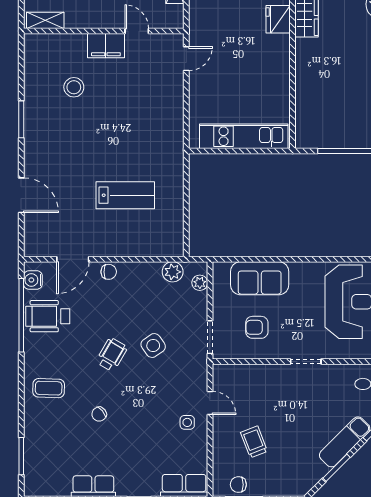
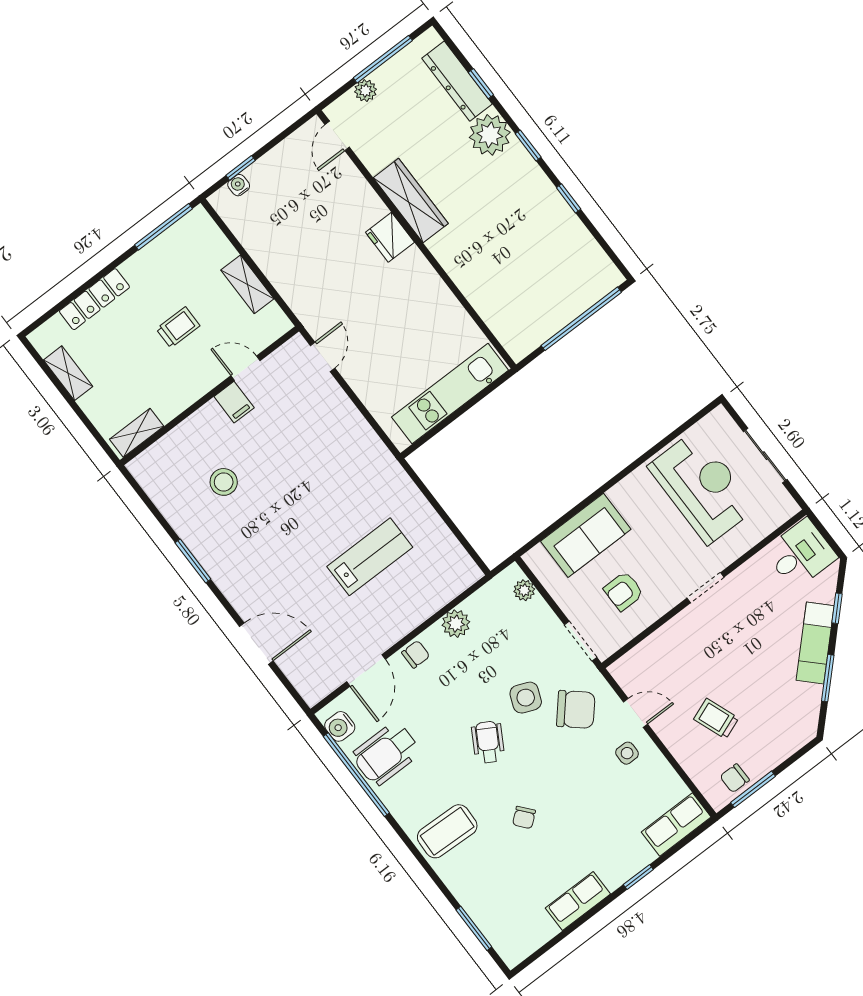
filing cabinet: (106, 46) -> (234, 402), width x0.50
plant: (173, 272) -> (456, 624), moved
side table: (153, 346) -> (526, 698), turned -33
chair: (177, 374) -> (576, 709), added
coffee table: (49, 388) -> (447, 831), width x1.36, depth x1.30

